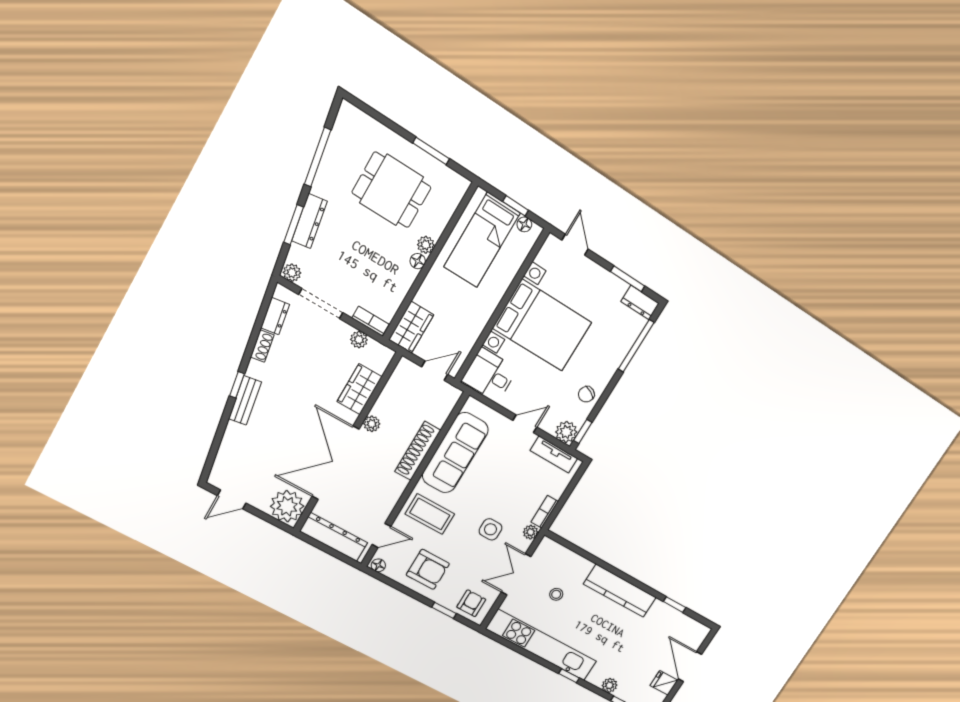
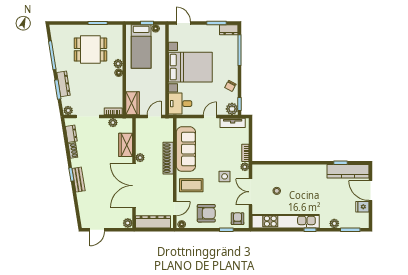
plant: (287, 506) -> (128, 223), width x0.53, depth x0.53
kitchen counter: (620, 591) -> (348, 171), moved

